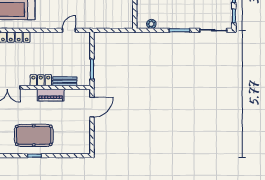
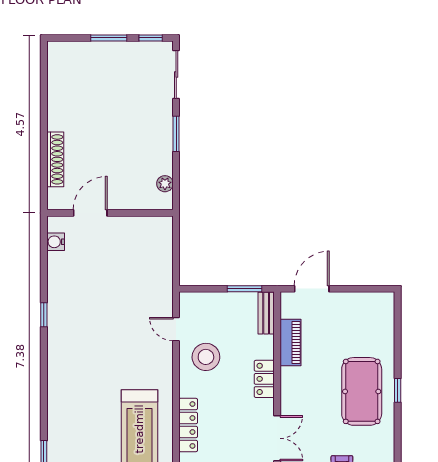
stool: (53, 47) -> (206, 357), added
bench: (65, 81) -> (266, 313), moved
piano: (51, 95) -> (291, 342), moved
door: (92, 107) -> (312, 289), hinge flipped

